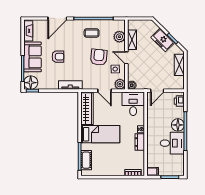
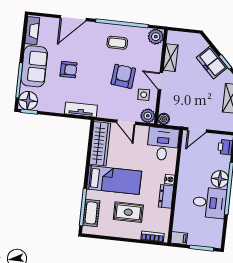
plant: (119, 37) -> (156, 37), moved
rug: (113, 157) -> (128, 212), added

